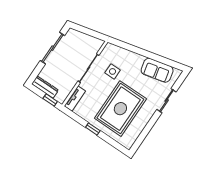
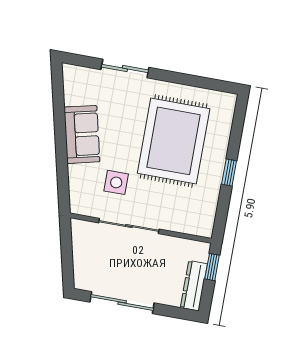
sofa: (157, 70) -> (82, 134), moved
tv unit: (75, 99) -> (191, 226), removed
rug: (120, 109) -> (174, 141), turned 90

